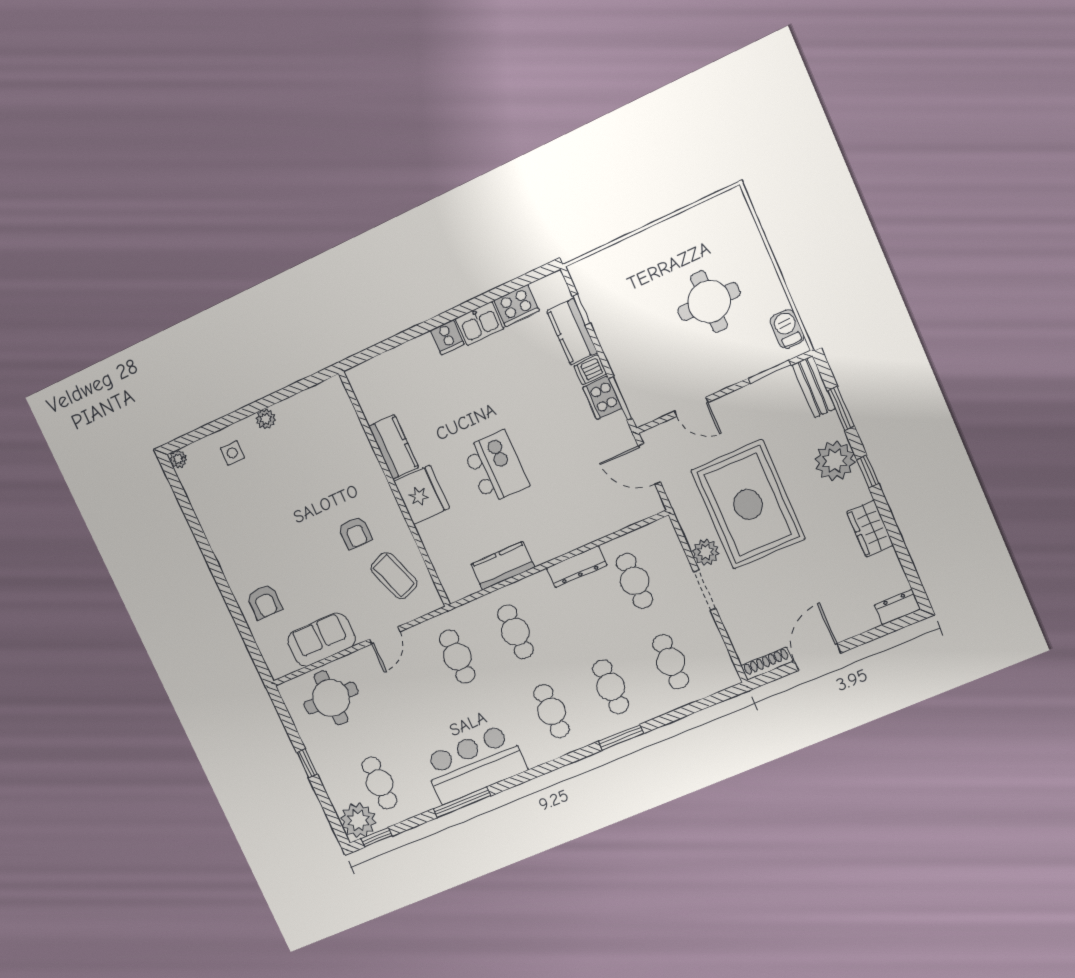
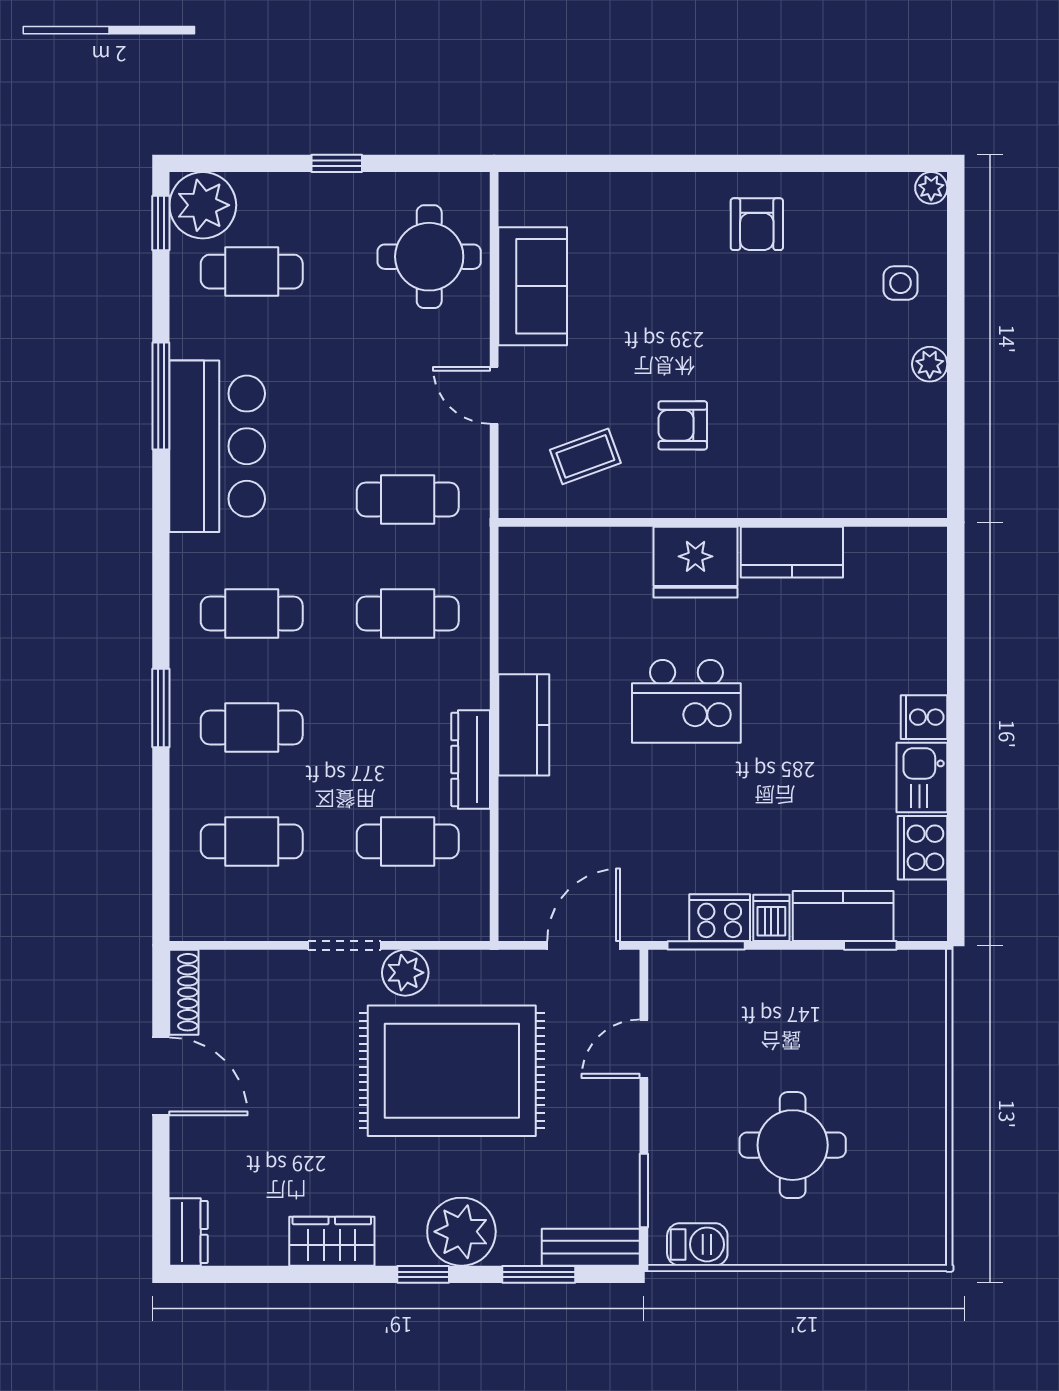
kitchen counter: (503, 566) -> (524, 725), moved
coffee table: (394, 576) -> (585, 456), width x0.73, depth x0.77
armchair: (264, 602) -> (757, 224), moved, turned -90

